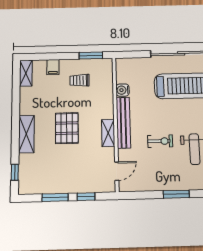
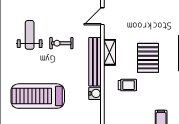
trolley: (79, 80) -> (127, 85), moved

